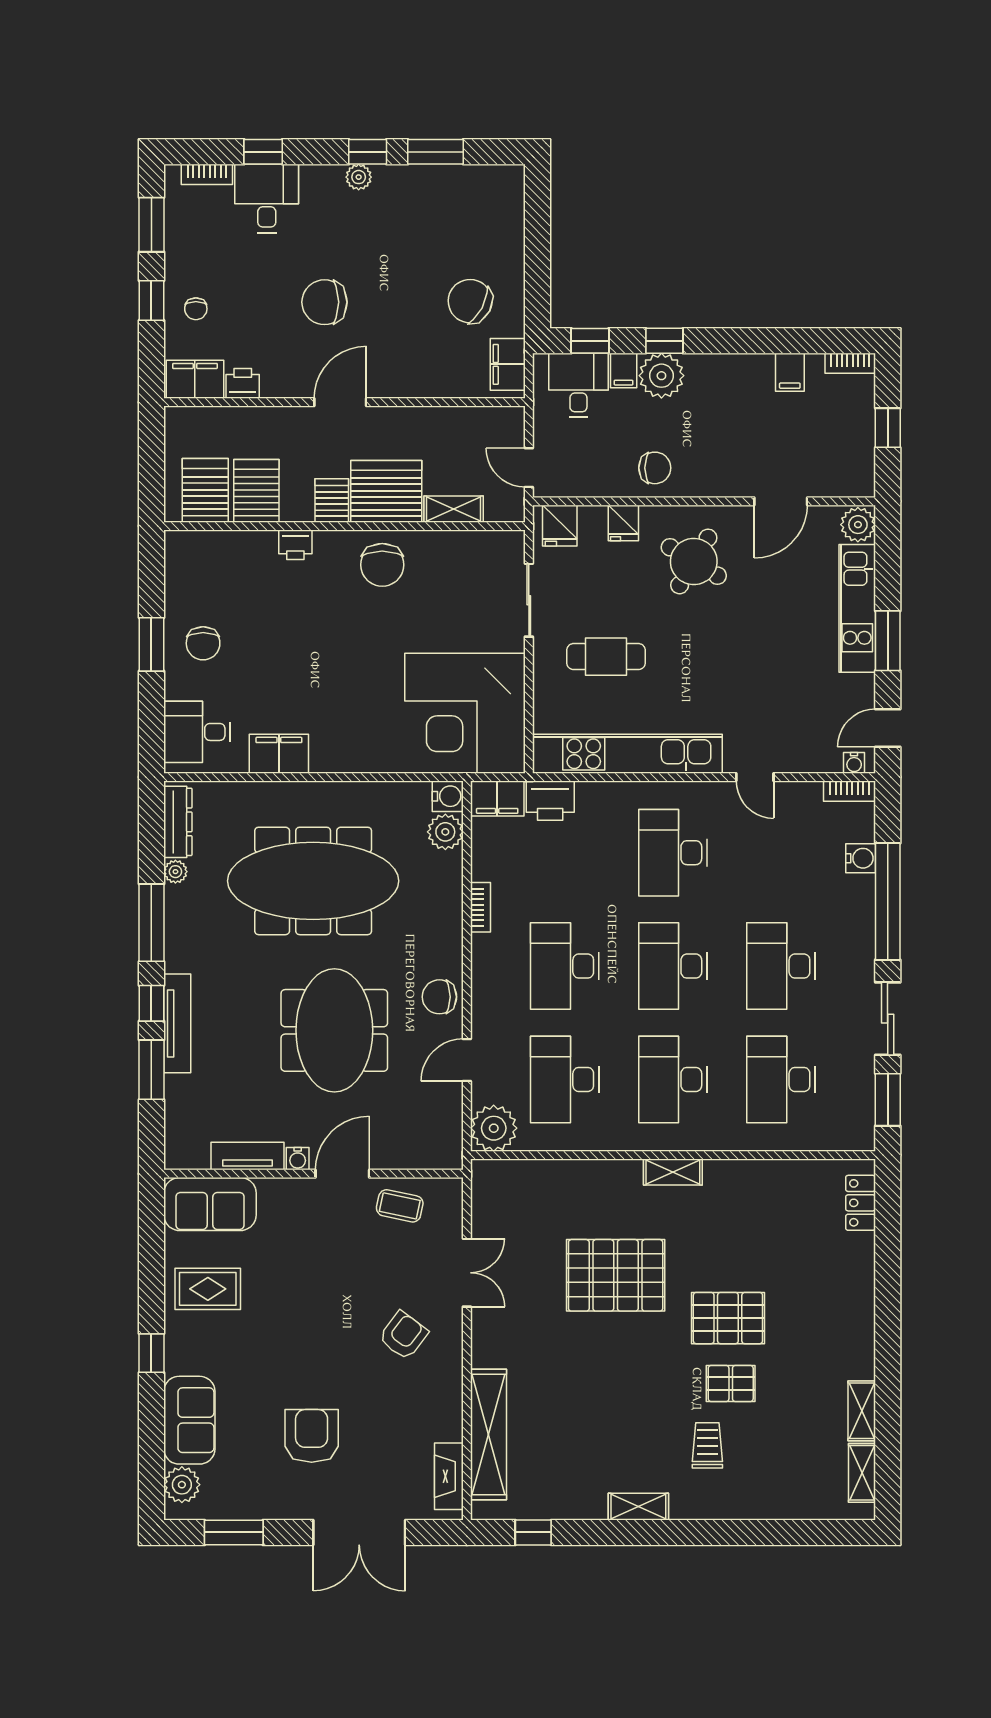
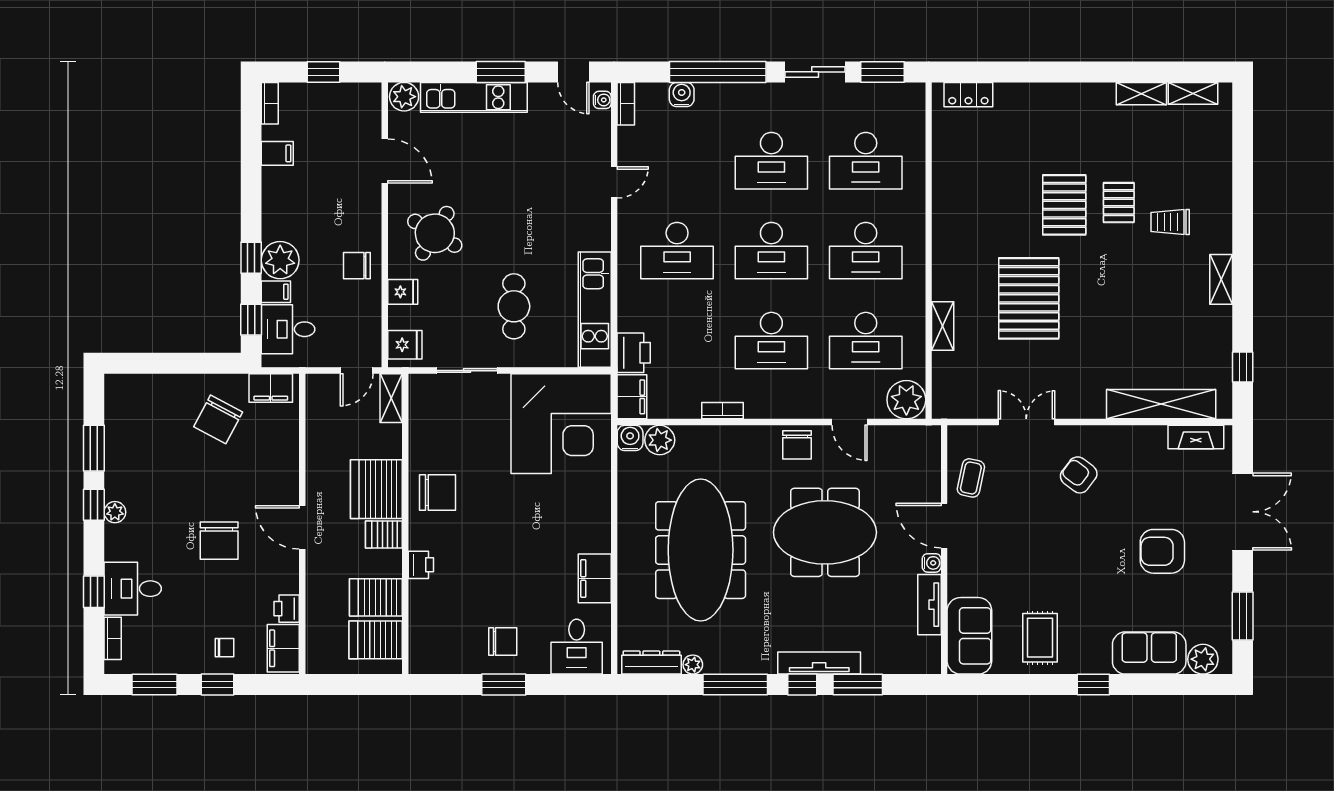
chair: (655, 468) -> (357, 266), turned -90
shelving: (454, 509) -> (391, 398), moved
kitchen unit: (627, 754) -> (595, 310), width x0.73
shelving: (673, 1172) -> (943, 326), moved

